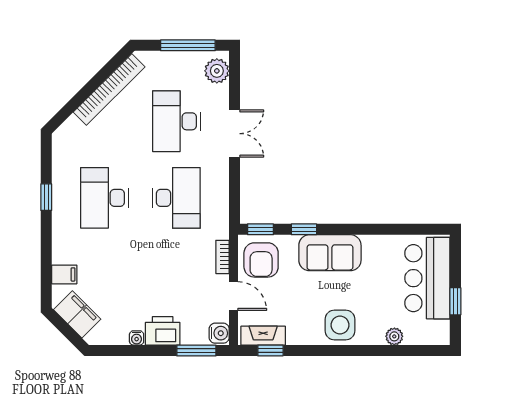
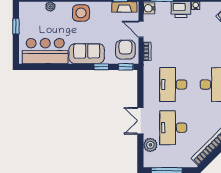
plant: (217, 71) -> (150, 145), moved
desk: (176, 121) -> (173, 128), turned 180
bar counter: (427, 278) -> (45, 51), moved, turned -90

